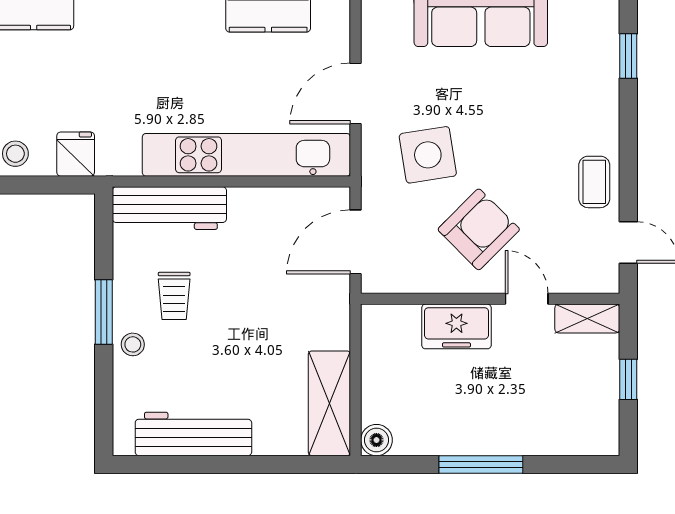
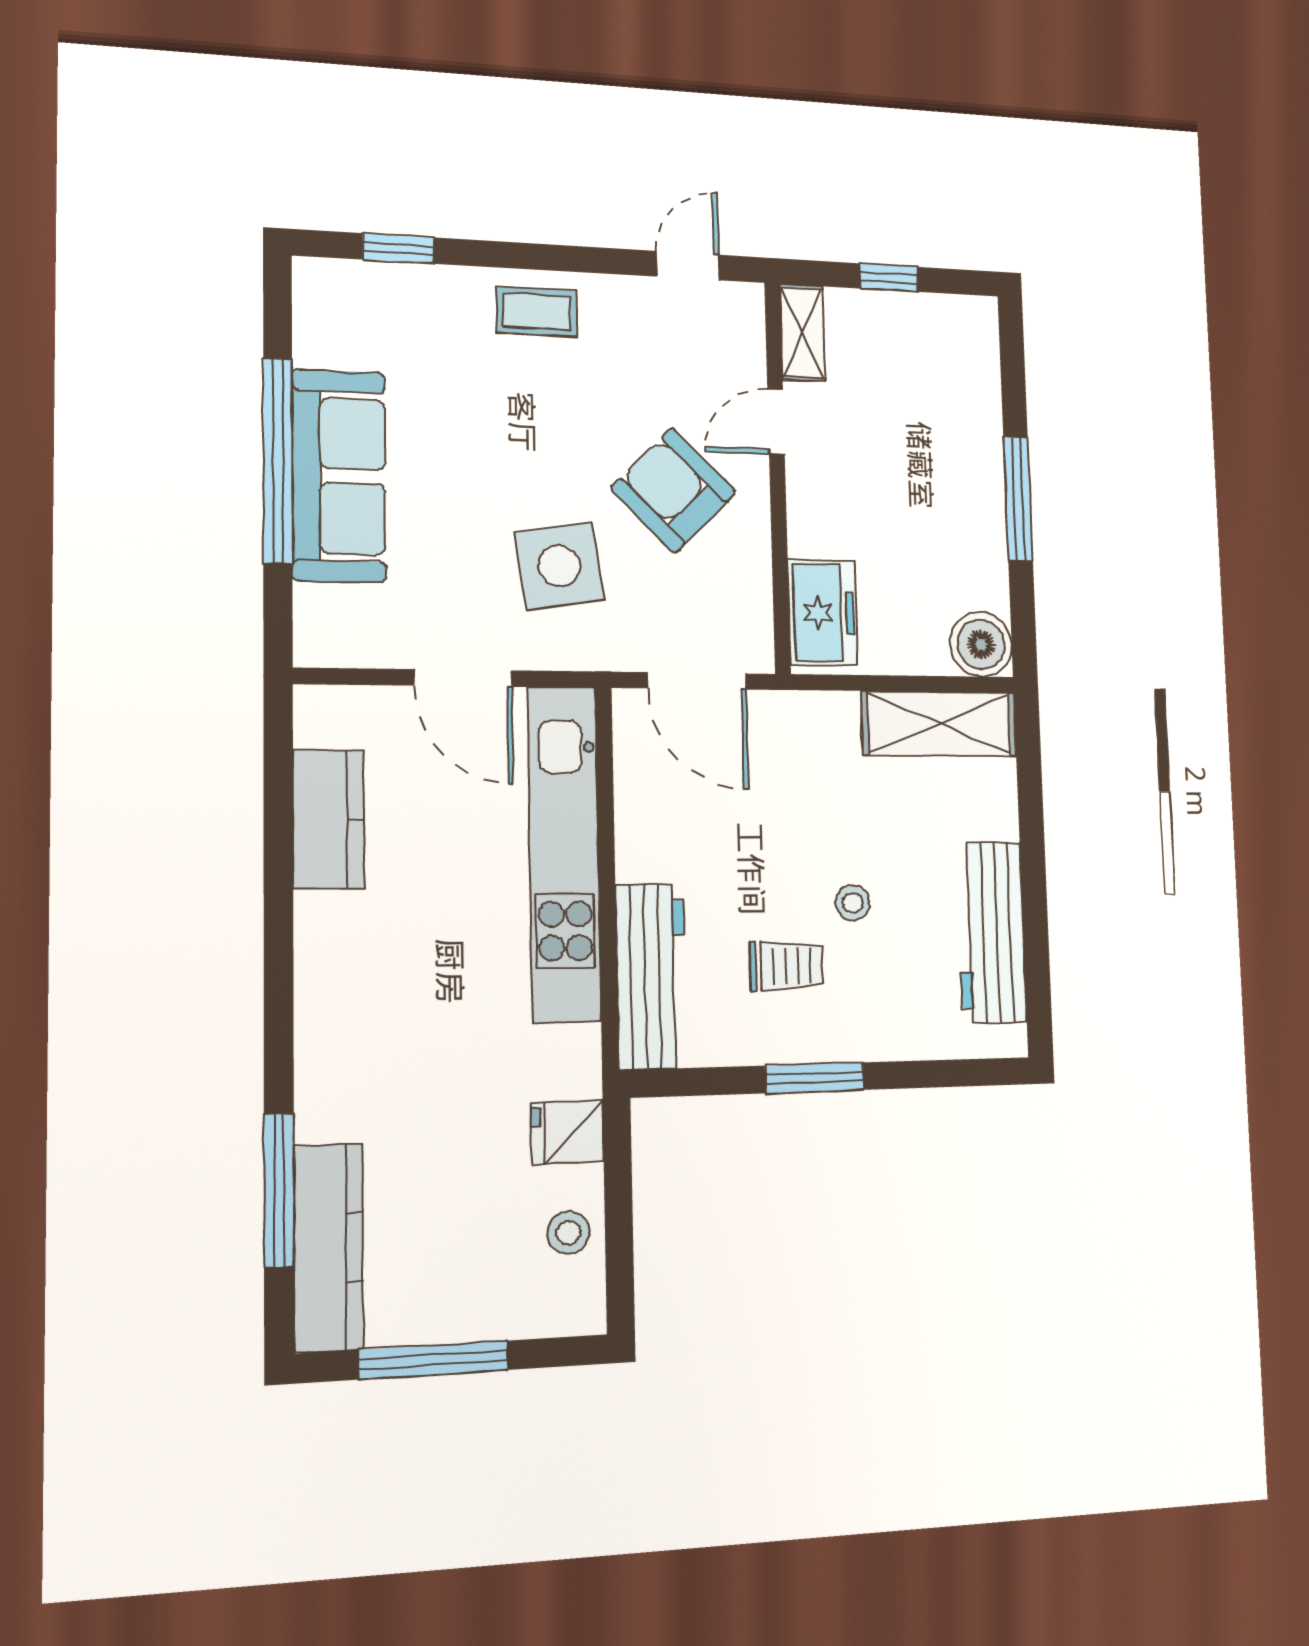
coffee table: (594, 182) -> (537, 312), moved
freezer: (456, 326) -> (823, 613), moved
stool: (133, 344) -> (853, 903), moved
boiler: (376, 440) -> (981, 644), width x1.36, depth x1.36

